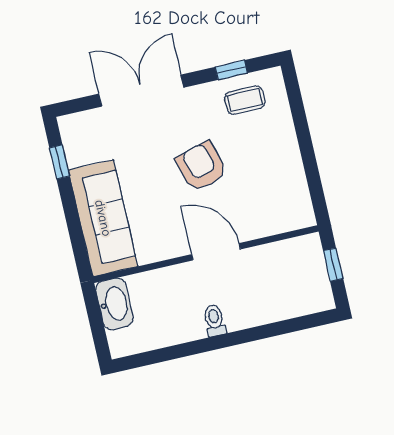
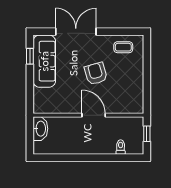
window: (231, 70) -> (120, 32), removed
sofa: (103, 218) -> (44, 61), moved
toilet: (214, 320) -> (121, 147), moved

